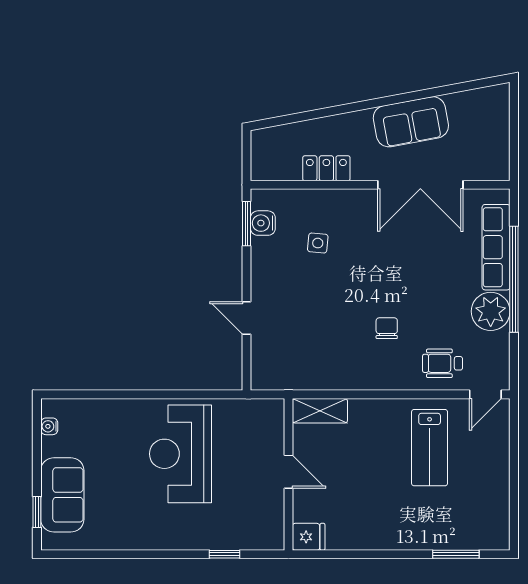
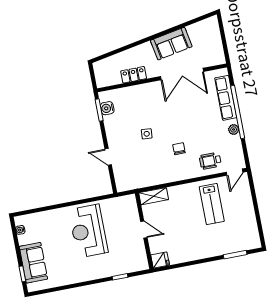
side table: (318, 243) -> (147, 134), moved
plant: (491, 311) -> (234, 129), width x0.53, depth x0.53

